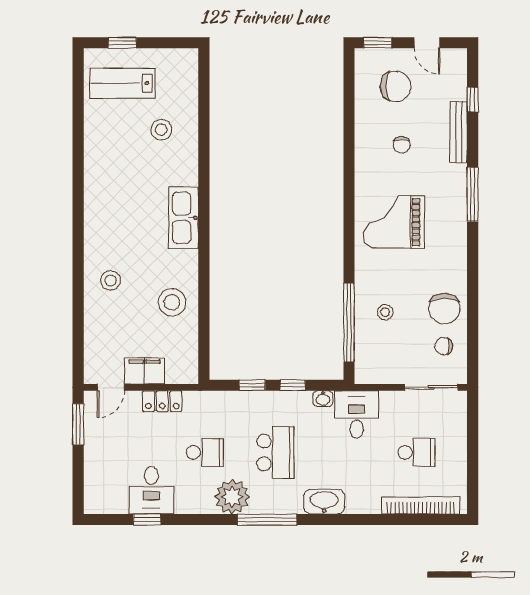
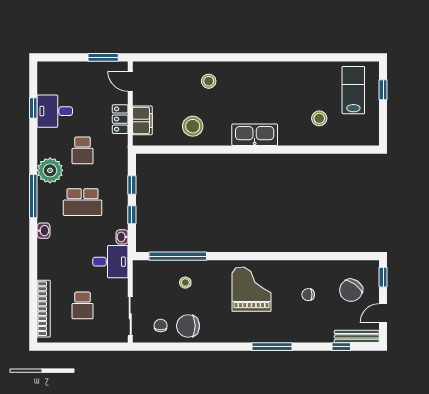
chair: (396, 86) -> (351, 290), turned 36
bench: (459, 132) -> (357, 336), moved
filing cabinet: (144, 371) -> (142, 120), moved
washbasin: (324, 502) -> (44, 231), width x0.52, depth x0.69

